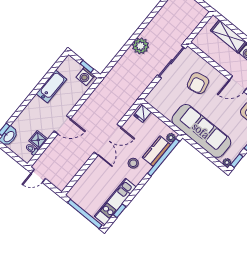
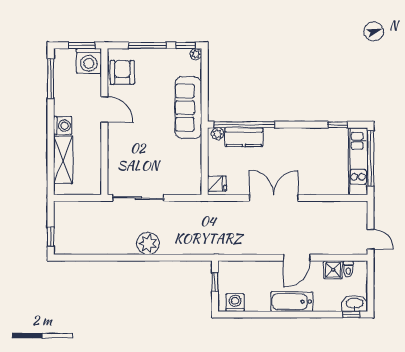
washing machine: (85, 77) -> (235, 303), moved, turned -90
armchair: (198, 83) -> (138, 152), removed
bathtub: (51, 87) -> (292, 302), moved
door: (62, 125) -> (297, 258), swing flipped
sofa: (201, 131) -> (188, 108), width x0.74, depth x0.79
stool: (133, 163) -> (276, 151), removed
kitchen unit: (115, 202) -> (358, 162), moved, turned 90

